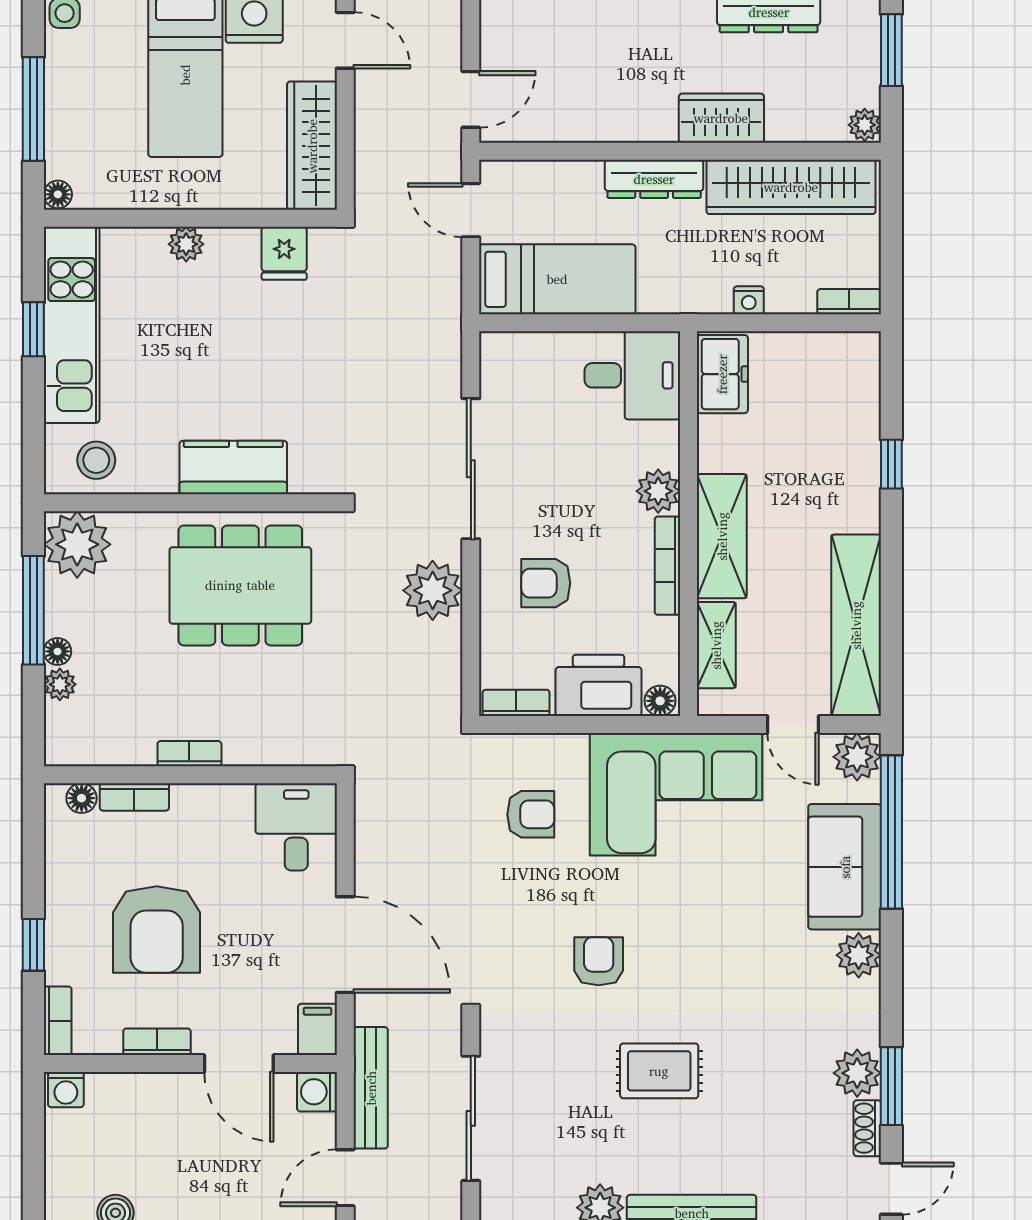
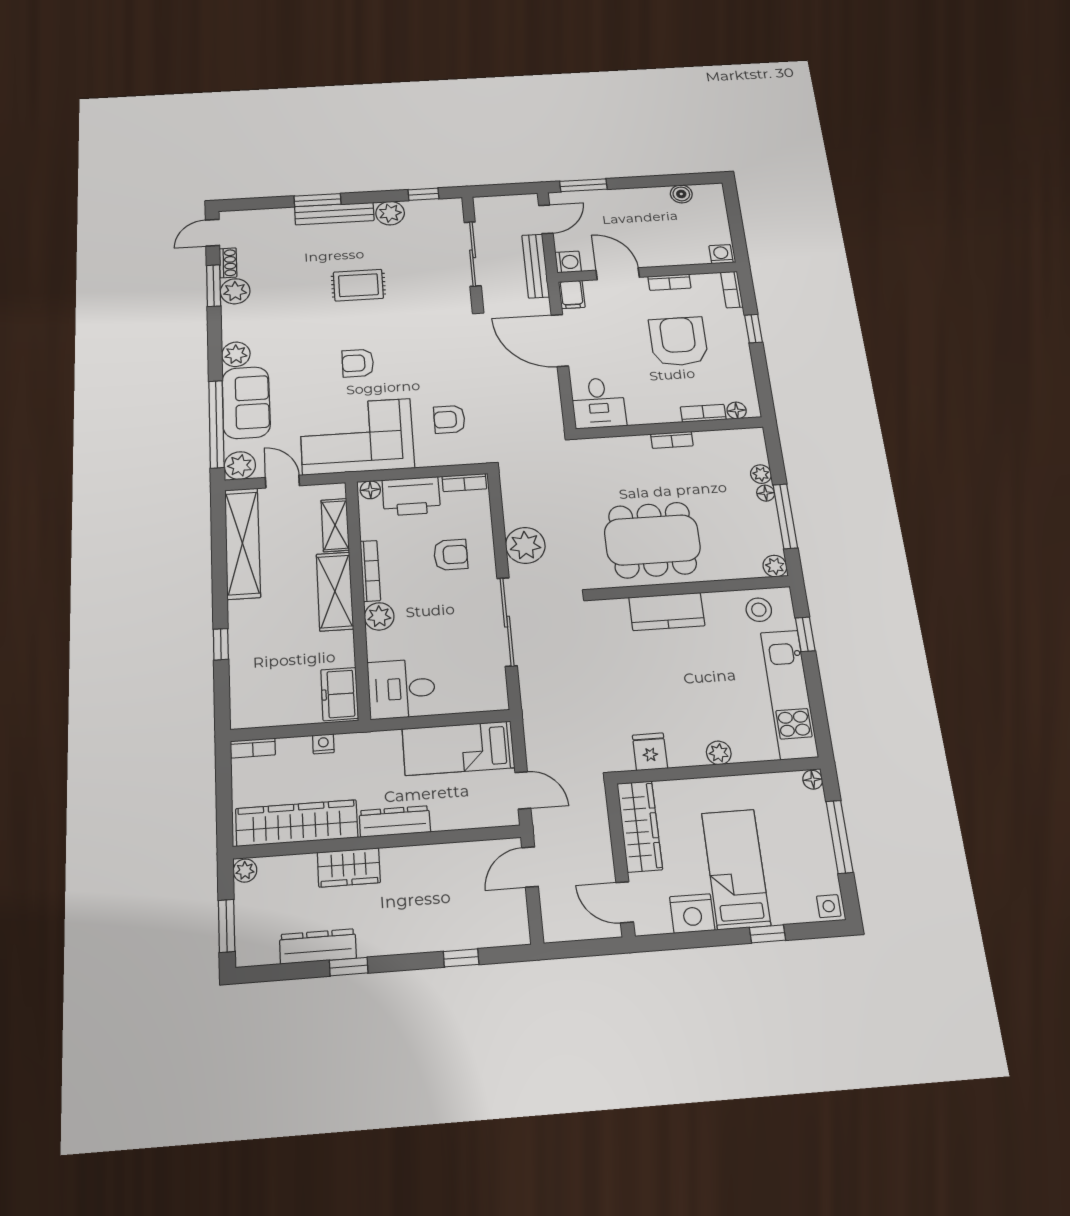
window: (33, 329) -> (805, 634), moved
plant: (77, 544) -> (775, 566), width x0.53, depth x0.53
armchair: (599, 961) -> (358, 363), moved, turned 90

